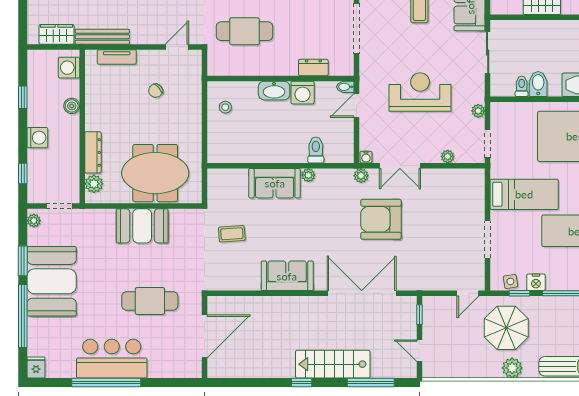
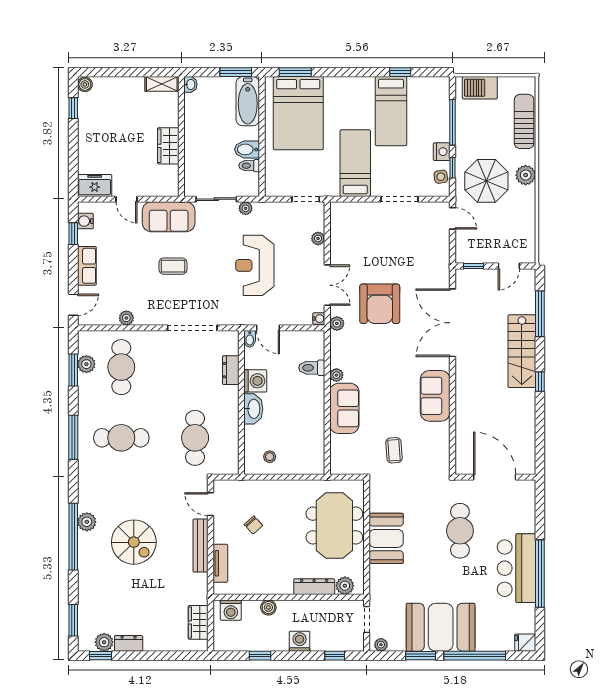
bench: (102, 37) -> (200, 546), moved
plant: (478, 111) -> (246, 208), moved

